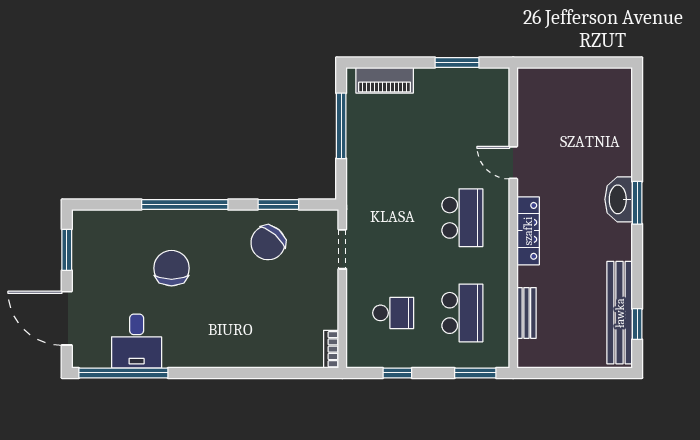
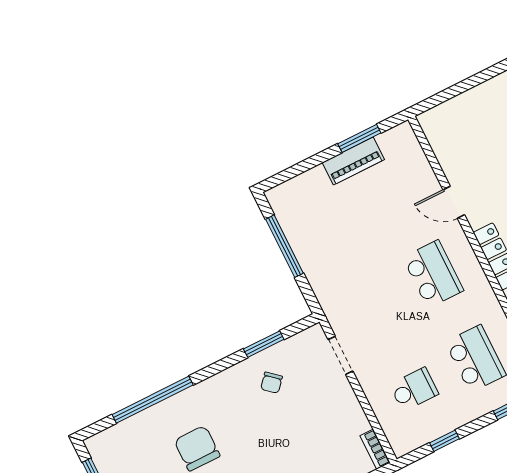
piano: (385, 80) -> (353, 161), moved
window: (185, 204) -> (153, 400), moved
chair: (268, 243) -> (272, 383), width x0.54, depth x0.54

